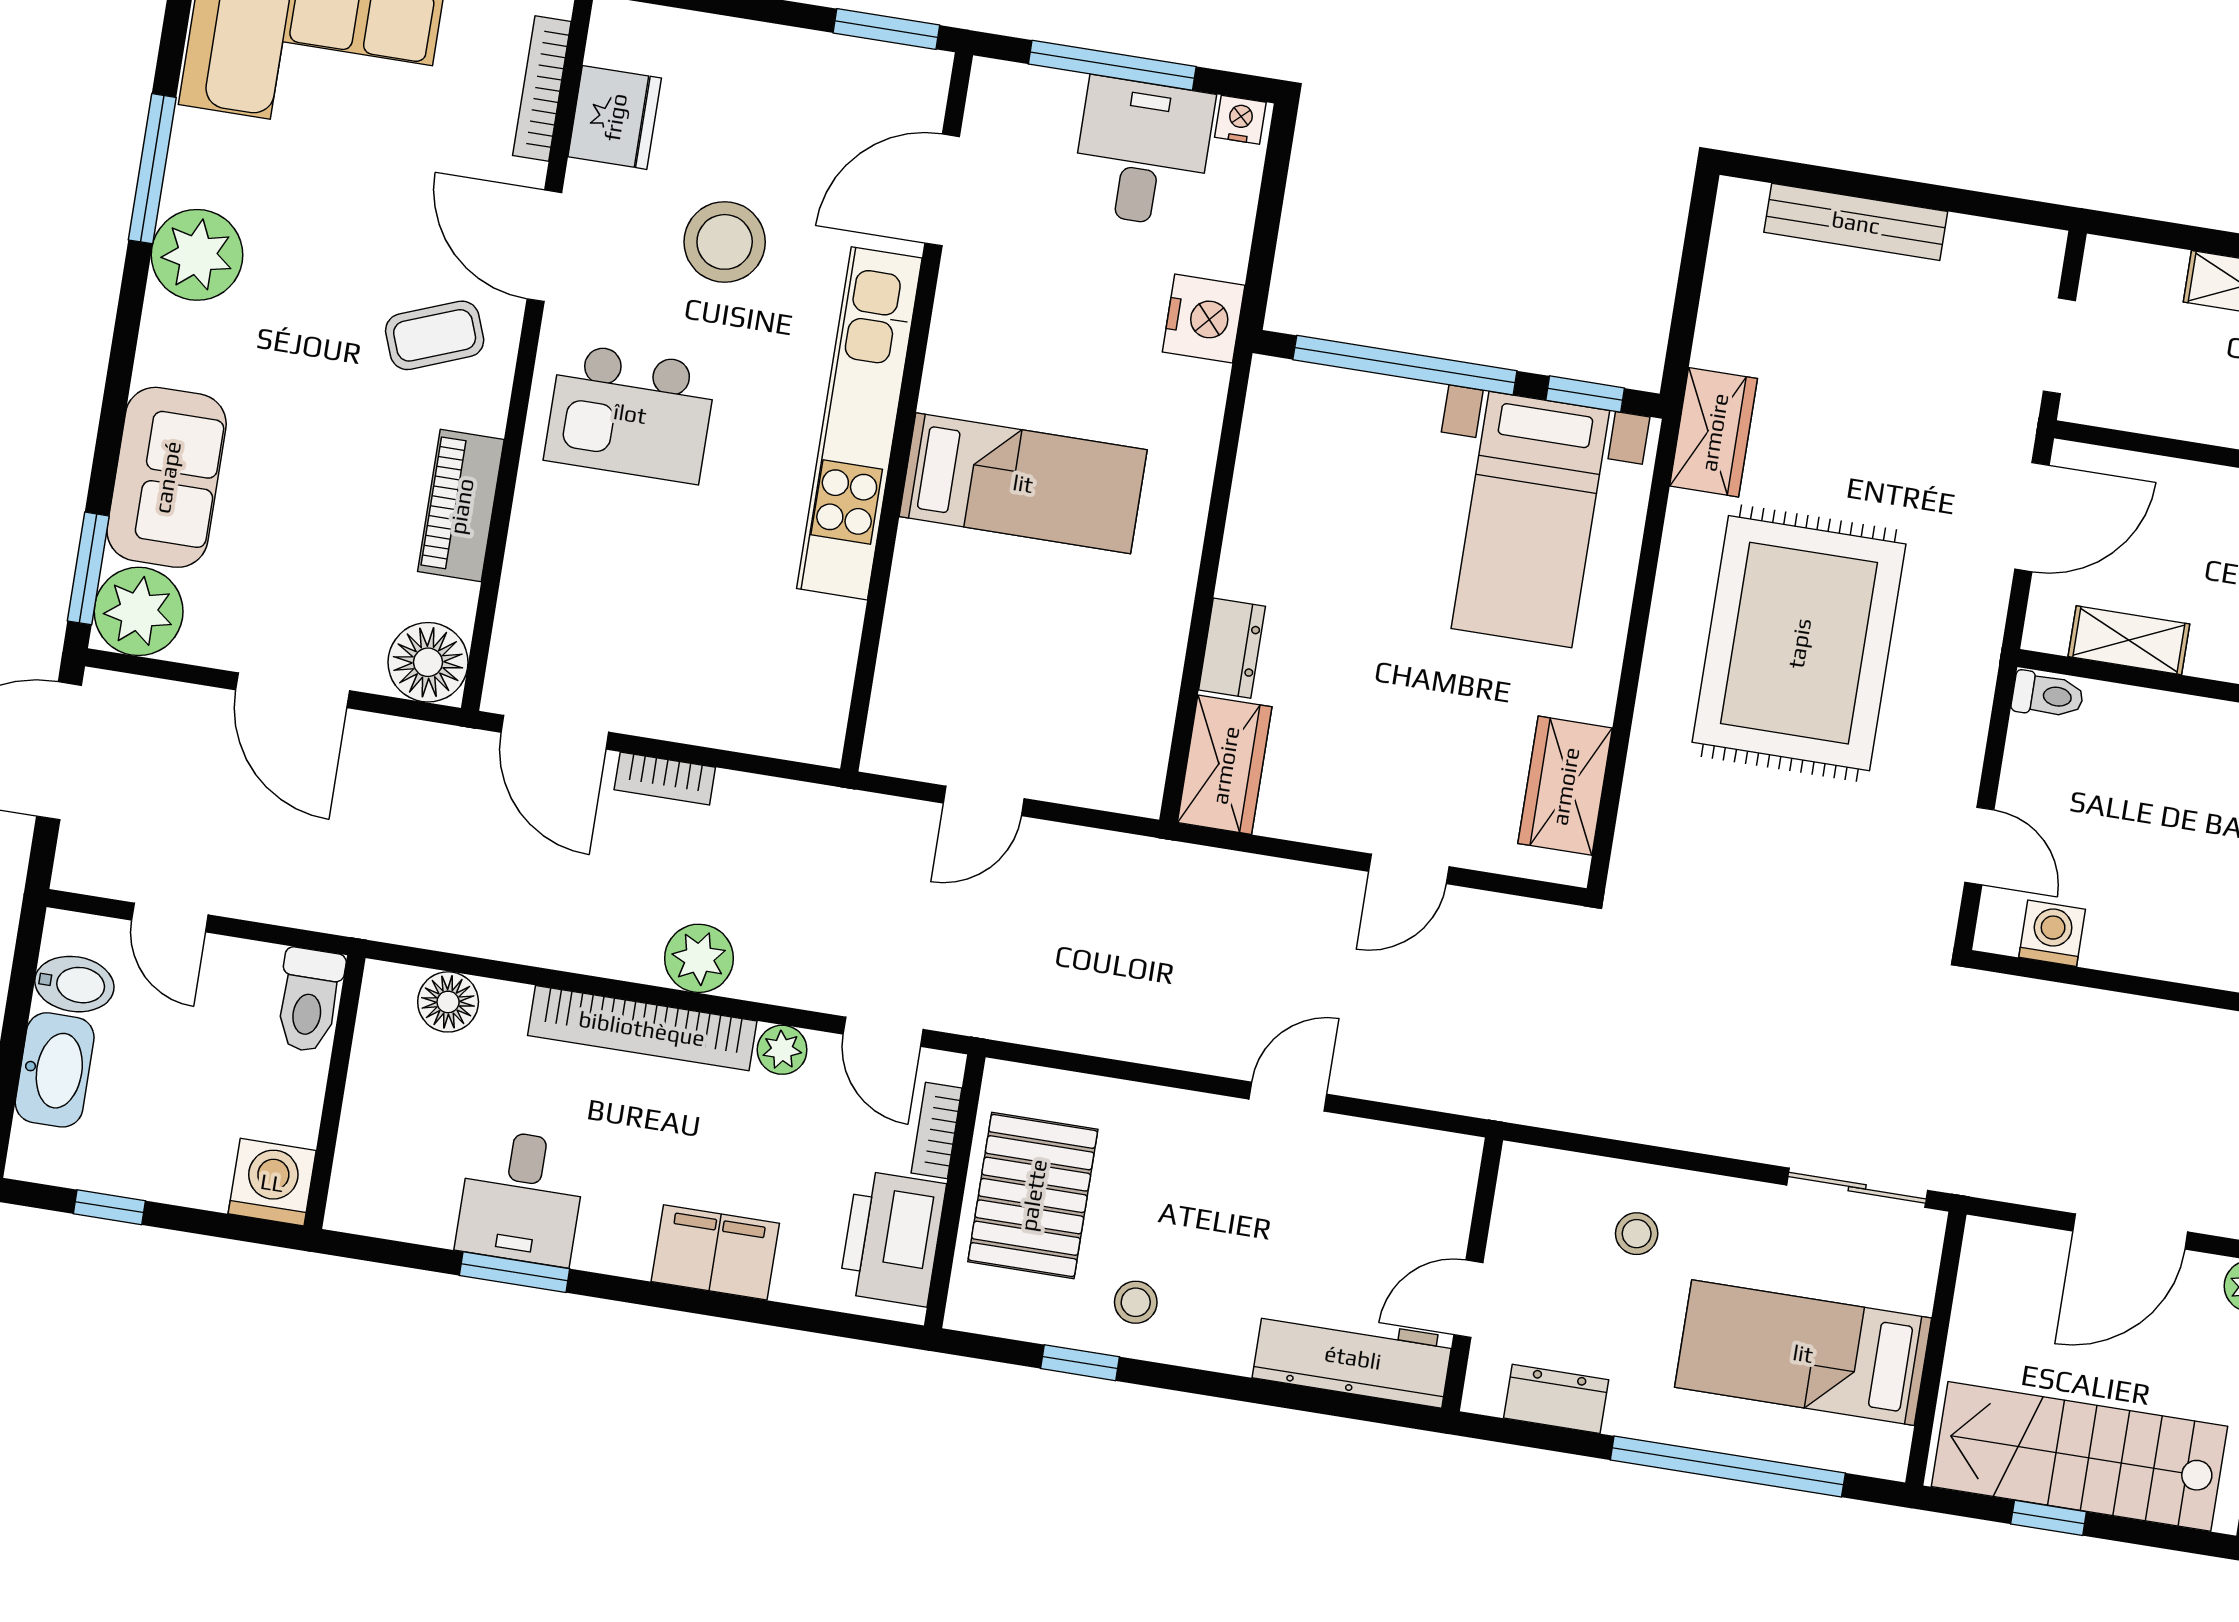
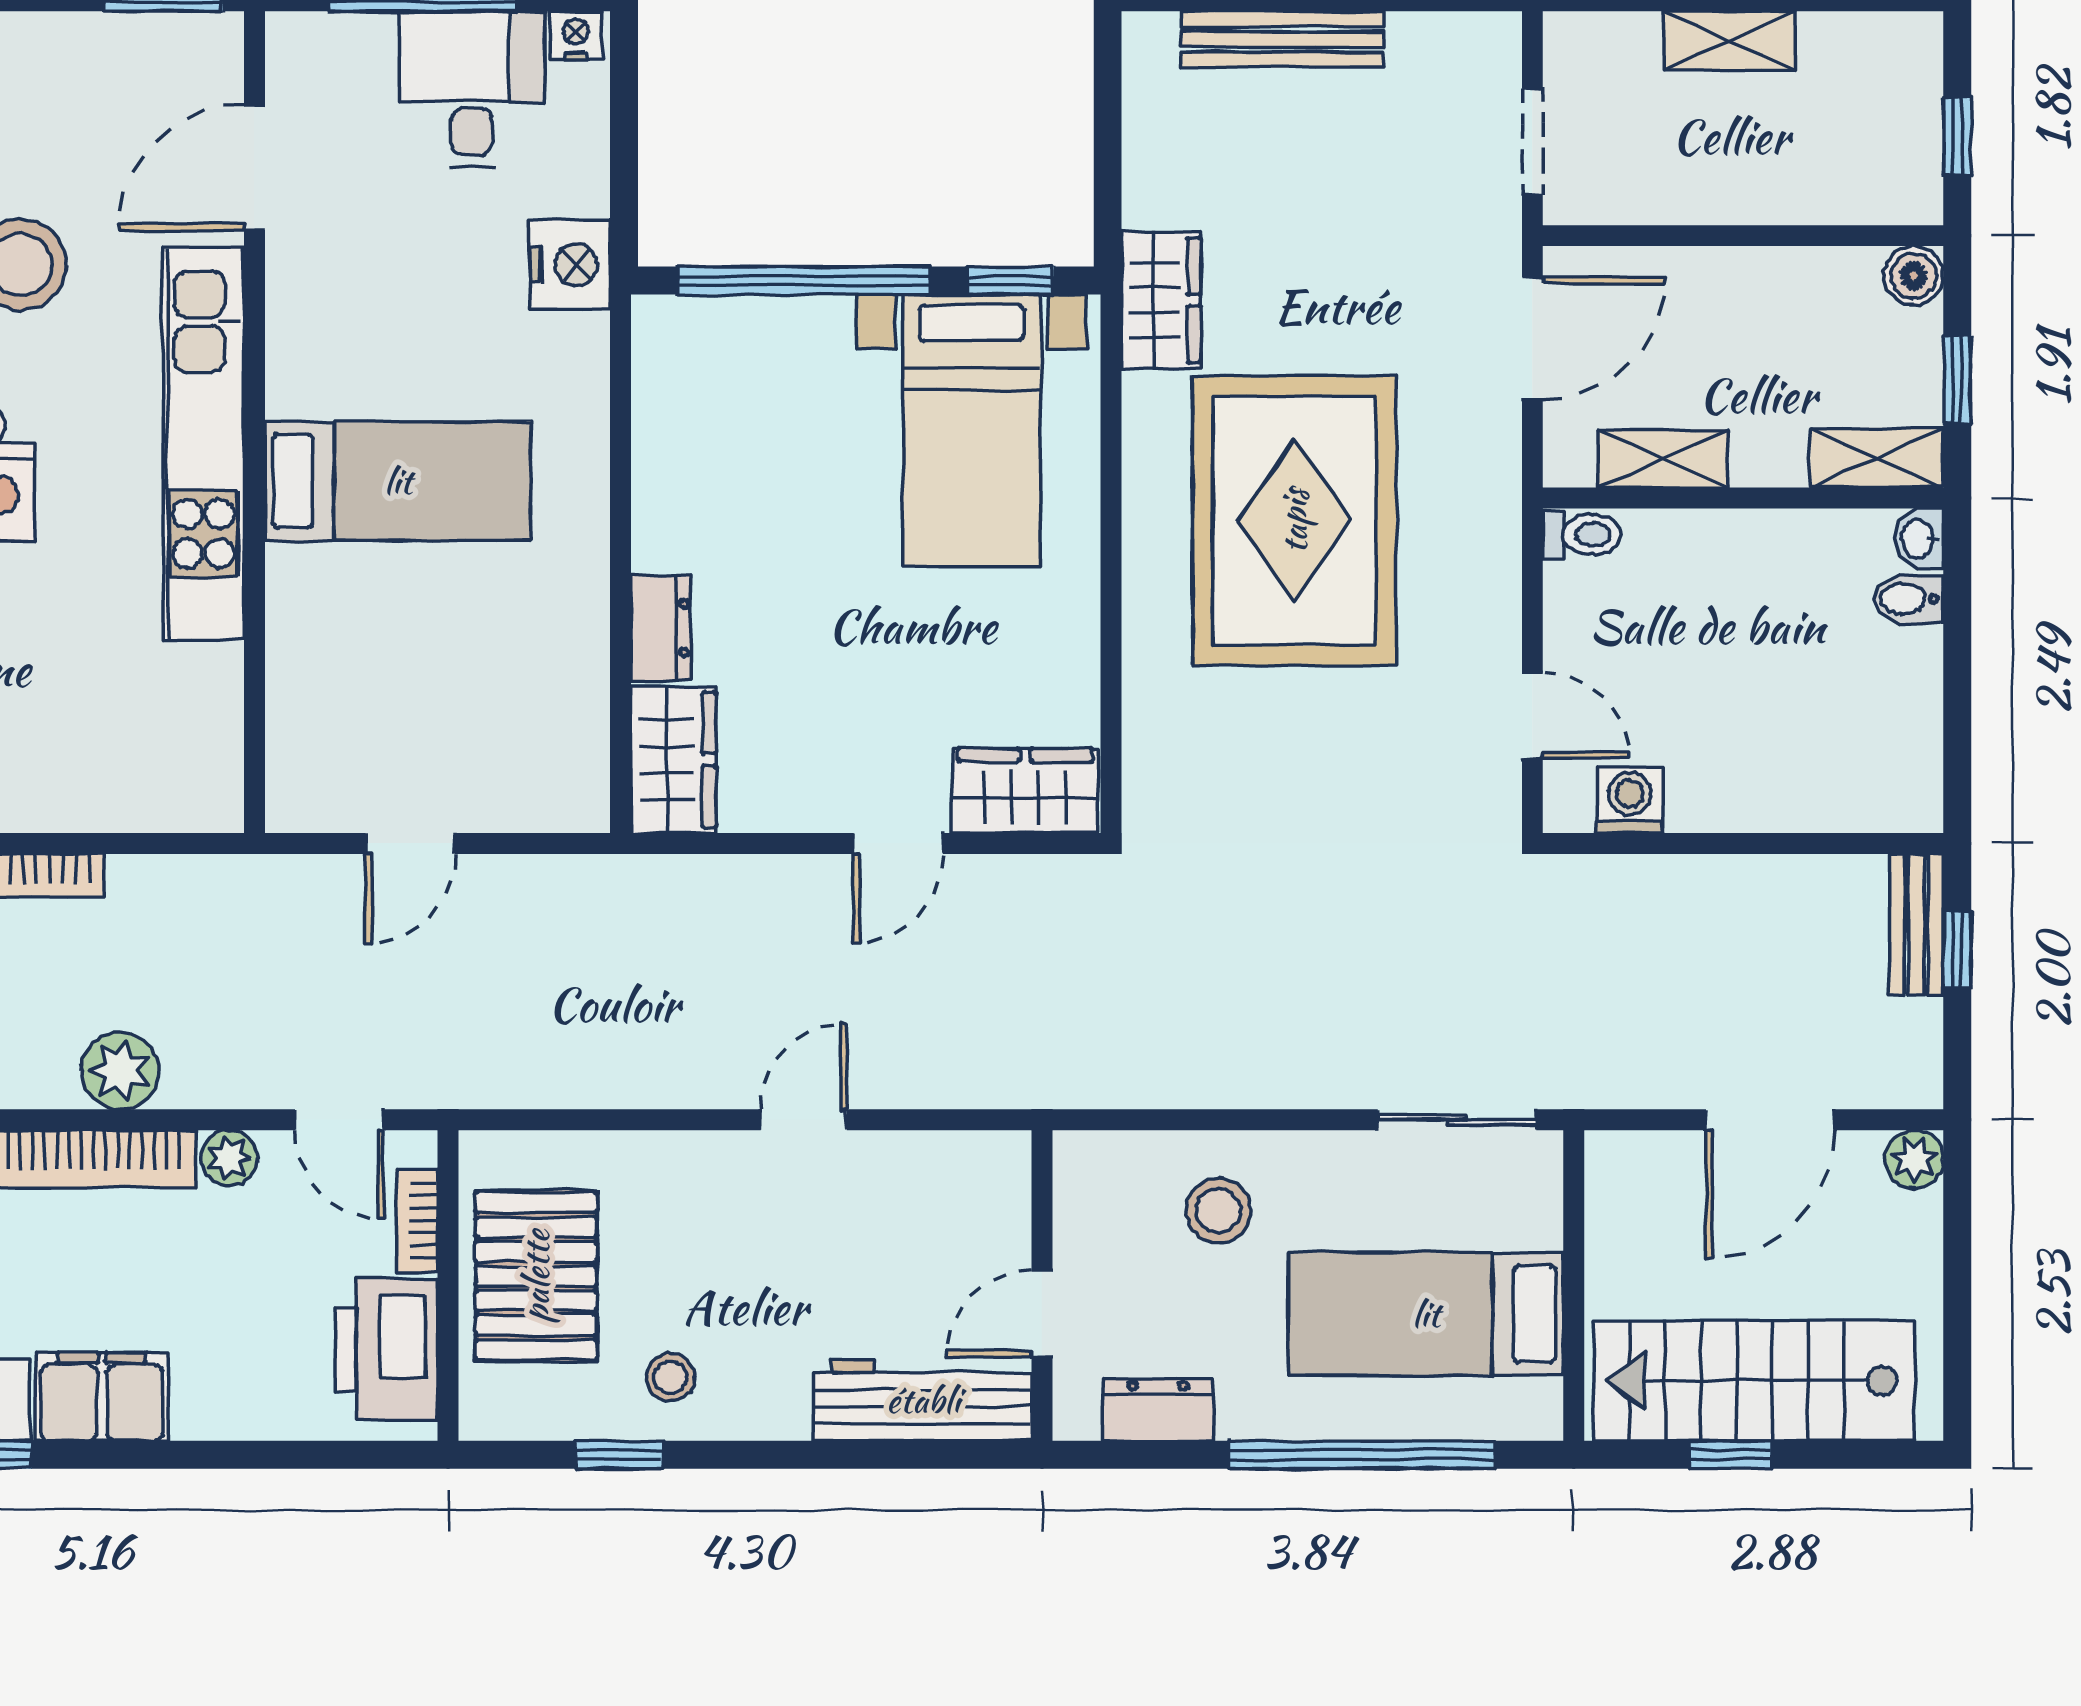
wardrobe: (1565, 786) -> (1025, 791), moved, turned 90
stool: (1637, 1234) -> (1218, 1211), width x1.37, depth x1.37
filing cabinet: (715, 1252) -> (102, 1397), moved

